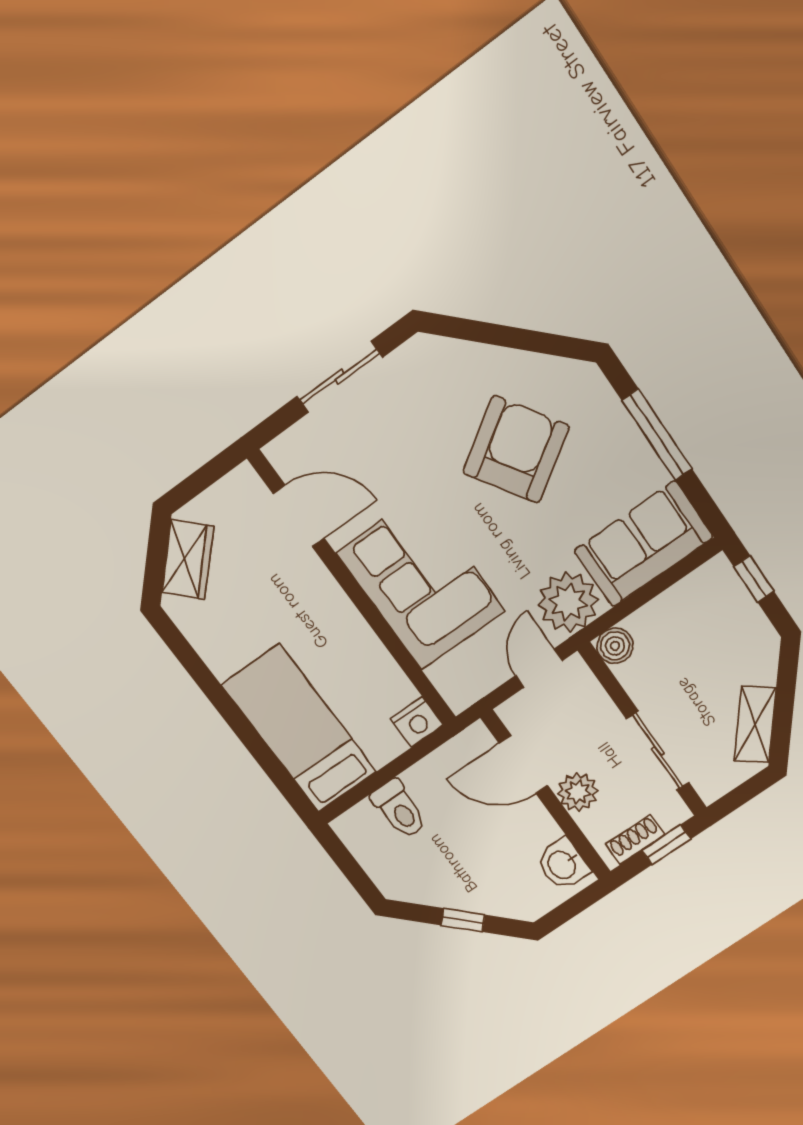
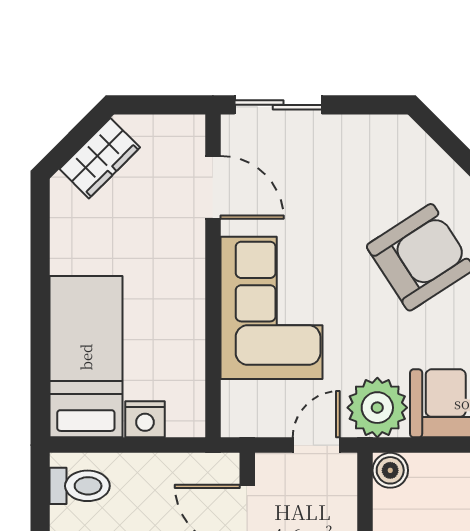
sliding door: (340, 377) -> (278, 105), moved
nightstand: (417, 722) -> (145, 419), moved
toilet: (399, 809) -> (80, 486), moved, turned -90

